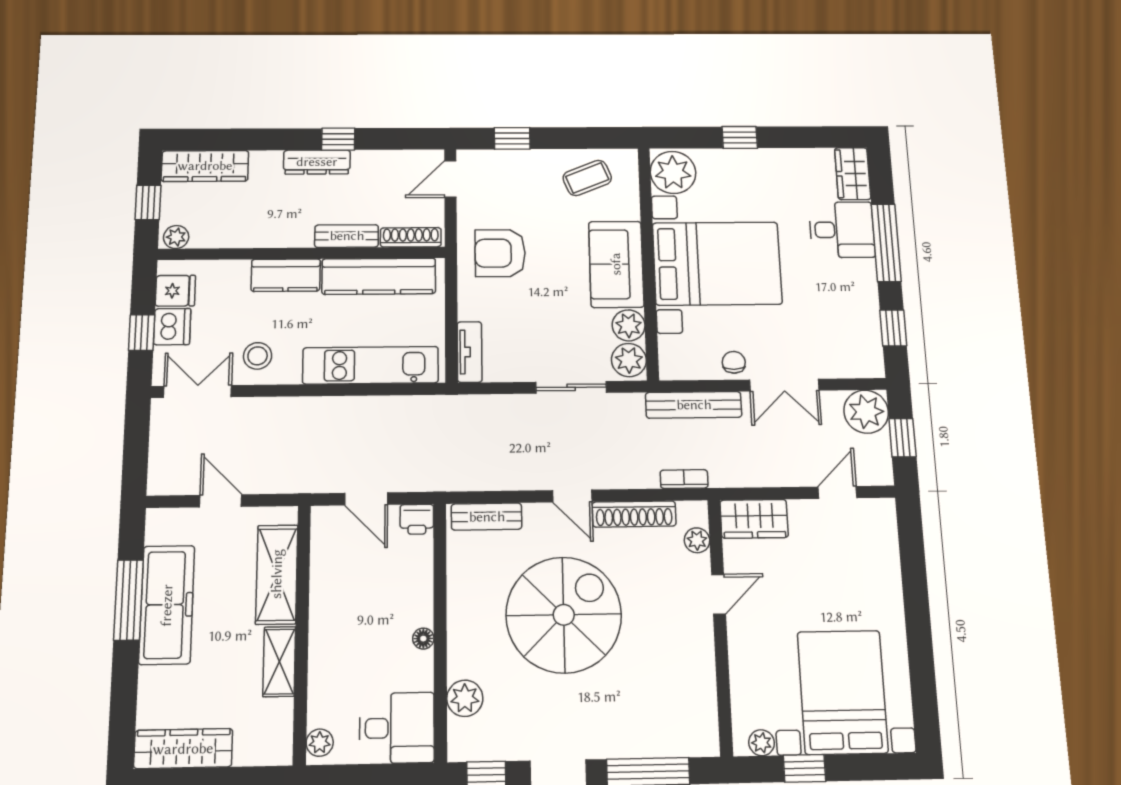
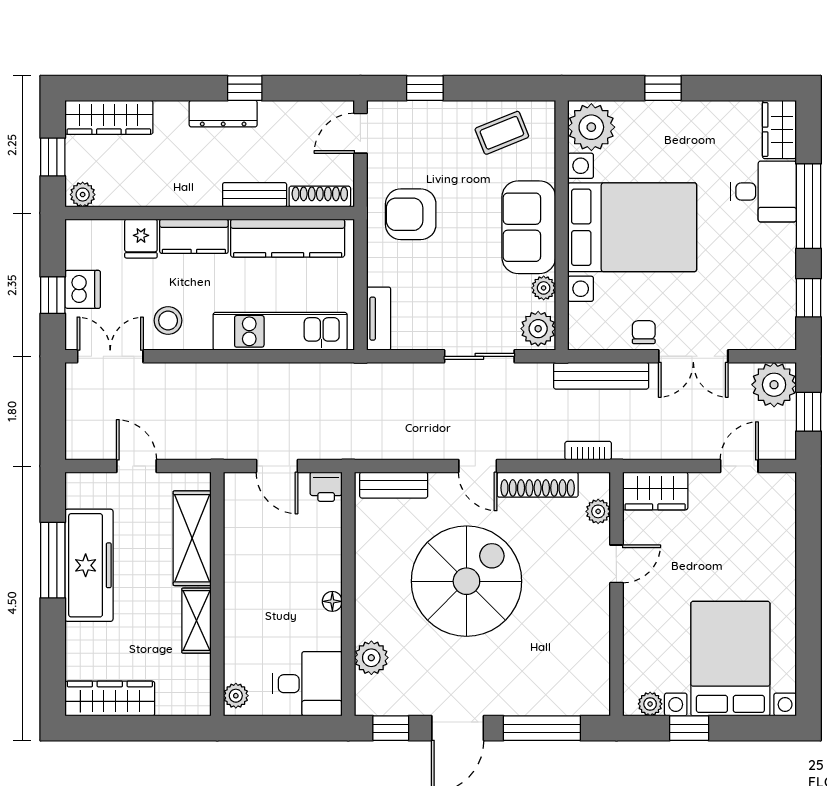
fridge: (175, 291) -> (141, 239), moved, turned 90
plant: (629, 325) -> (544, 288), width x0.73, depth x0.73

